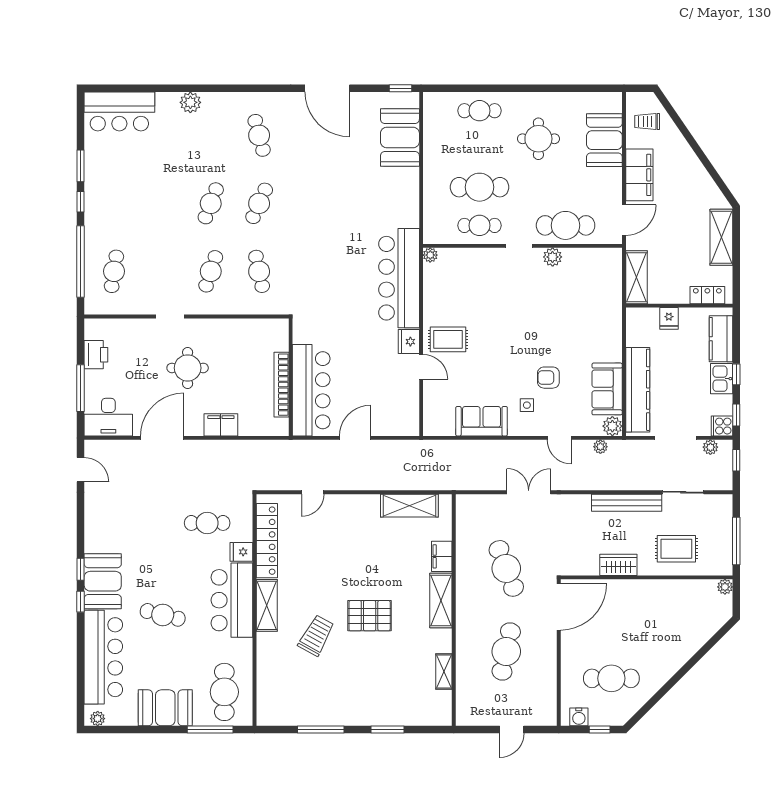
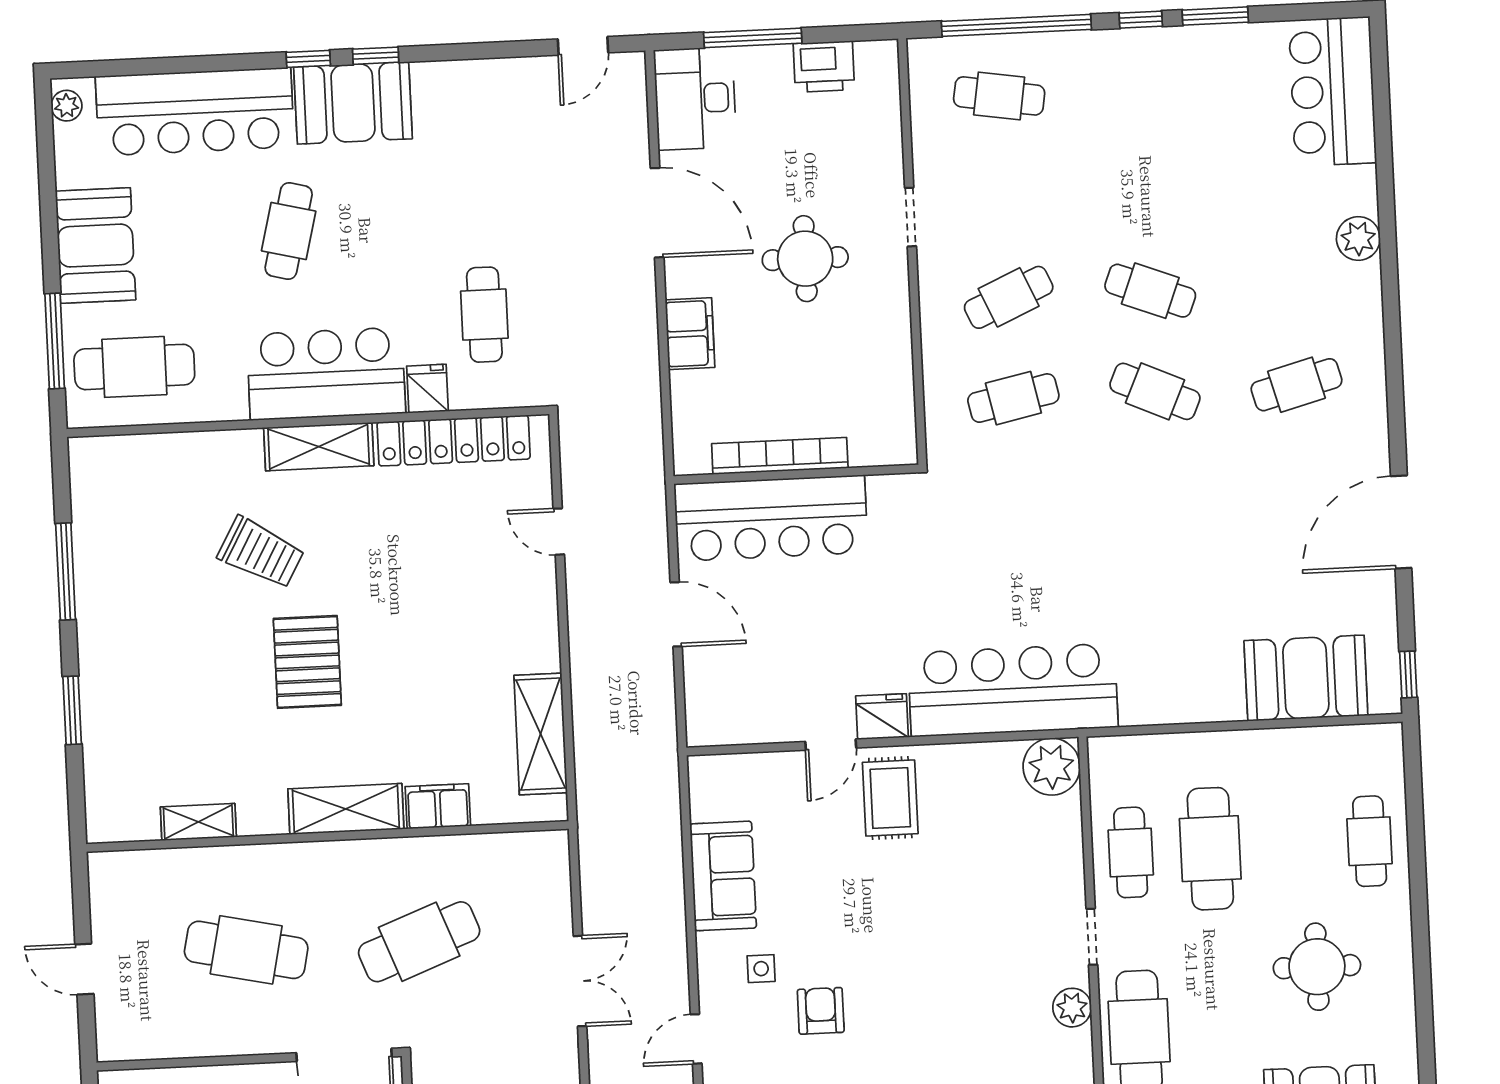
plant: (430, 255) -> (1052, 767), width x1.88, depth x1.88
cafe table: (211, 271) -> (1009, 297), turned -42

